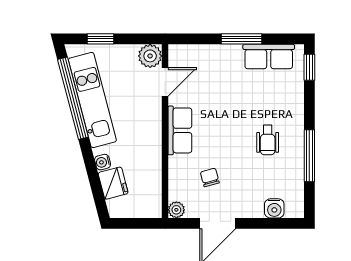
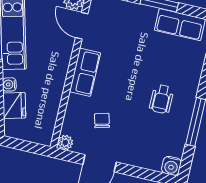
door: (165, 82) -> (82, 26), swing flipped
water cooler: (274, 208) -> (171, 166), moved

